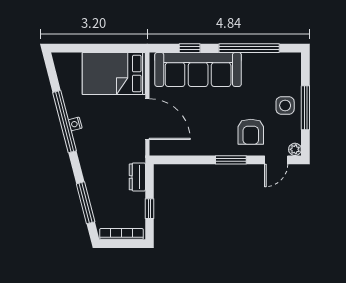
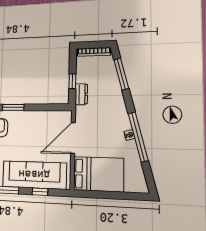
door: (147, 119) -> (73, 138), hinge flipped
window: (149, 209) -> (72, 81), moved

